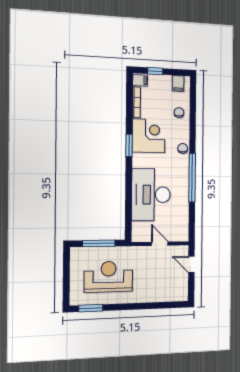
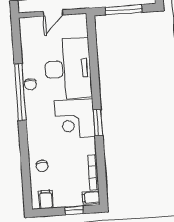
corner desk: (149, 136) -> (75, 119), moved
chair: (183, 148) -> (30, 84), moved
door: (160, 244) -> (53, 13), hinge flipped

